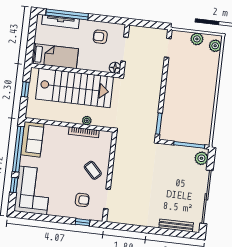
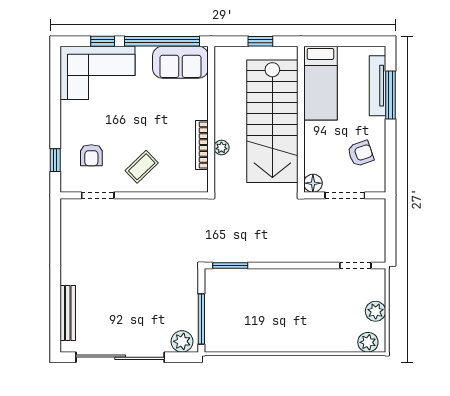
window: (67, 14) -> (391, 95), width x0.68
armchair: (100, 37) -> (361, 153), turned 71

